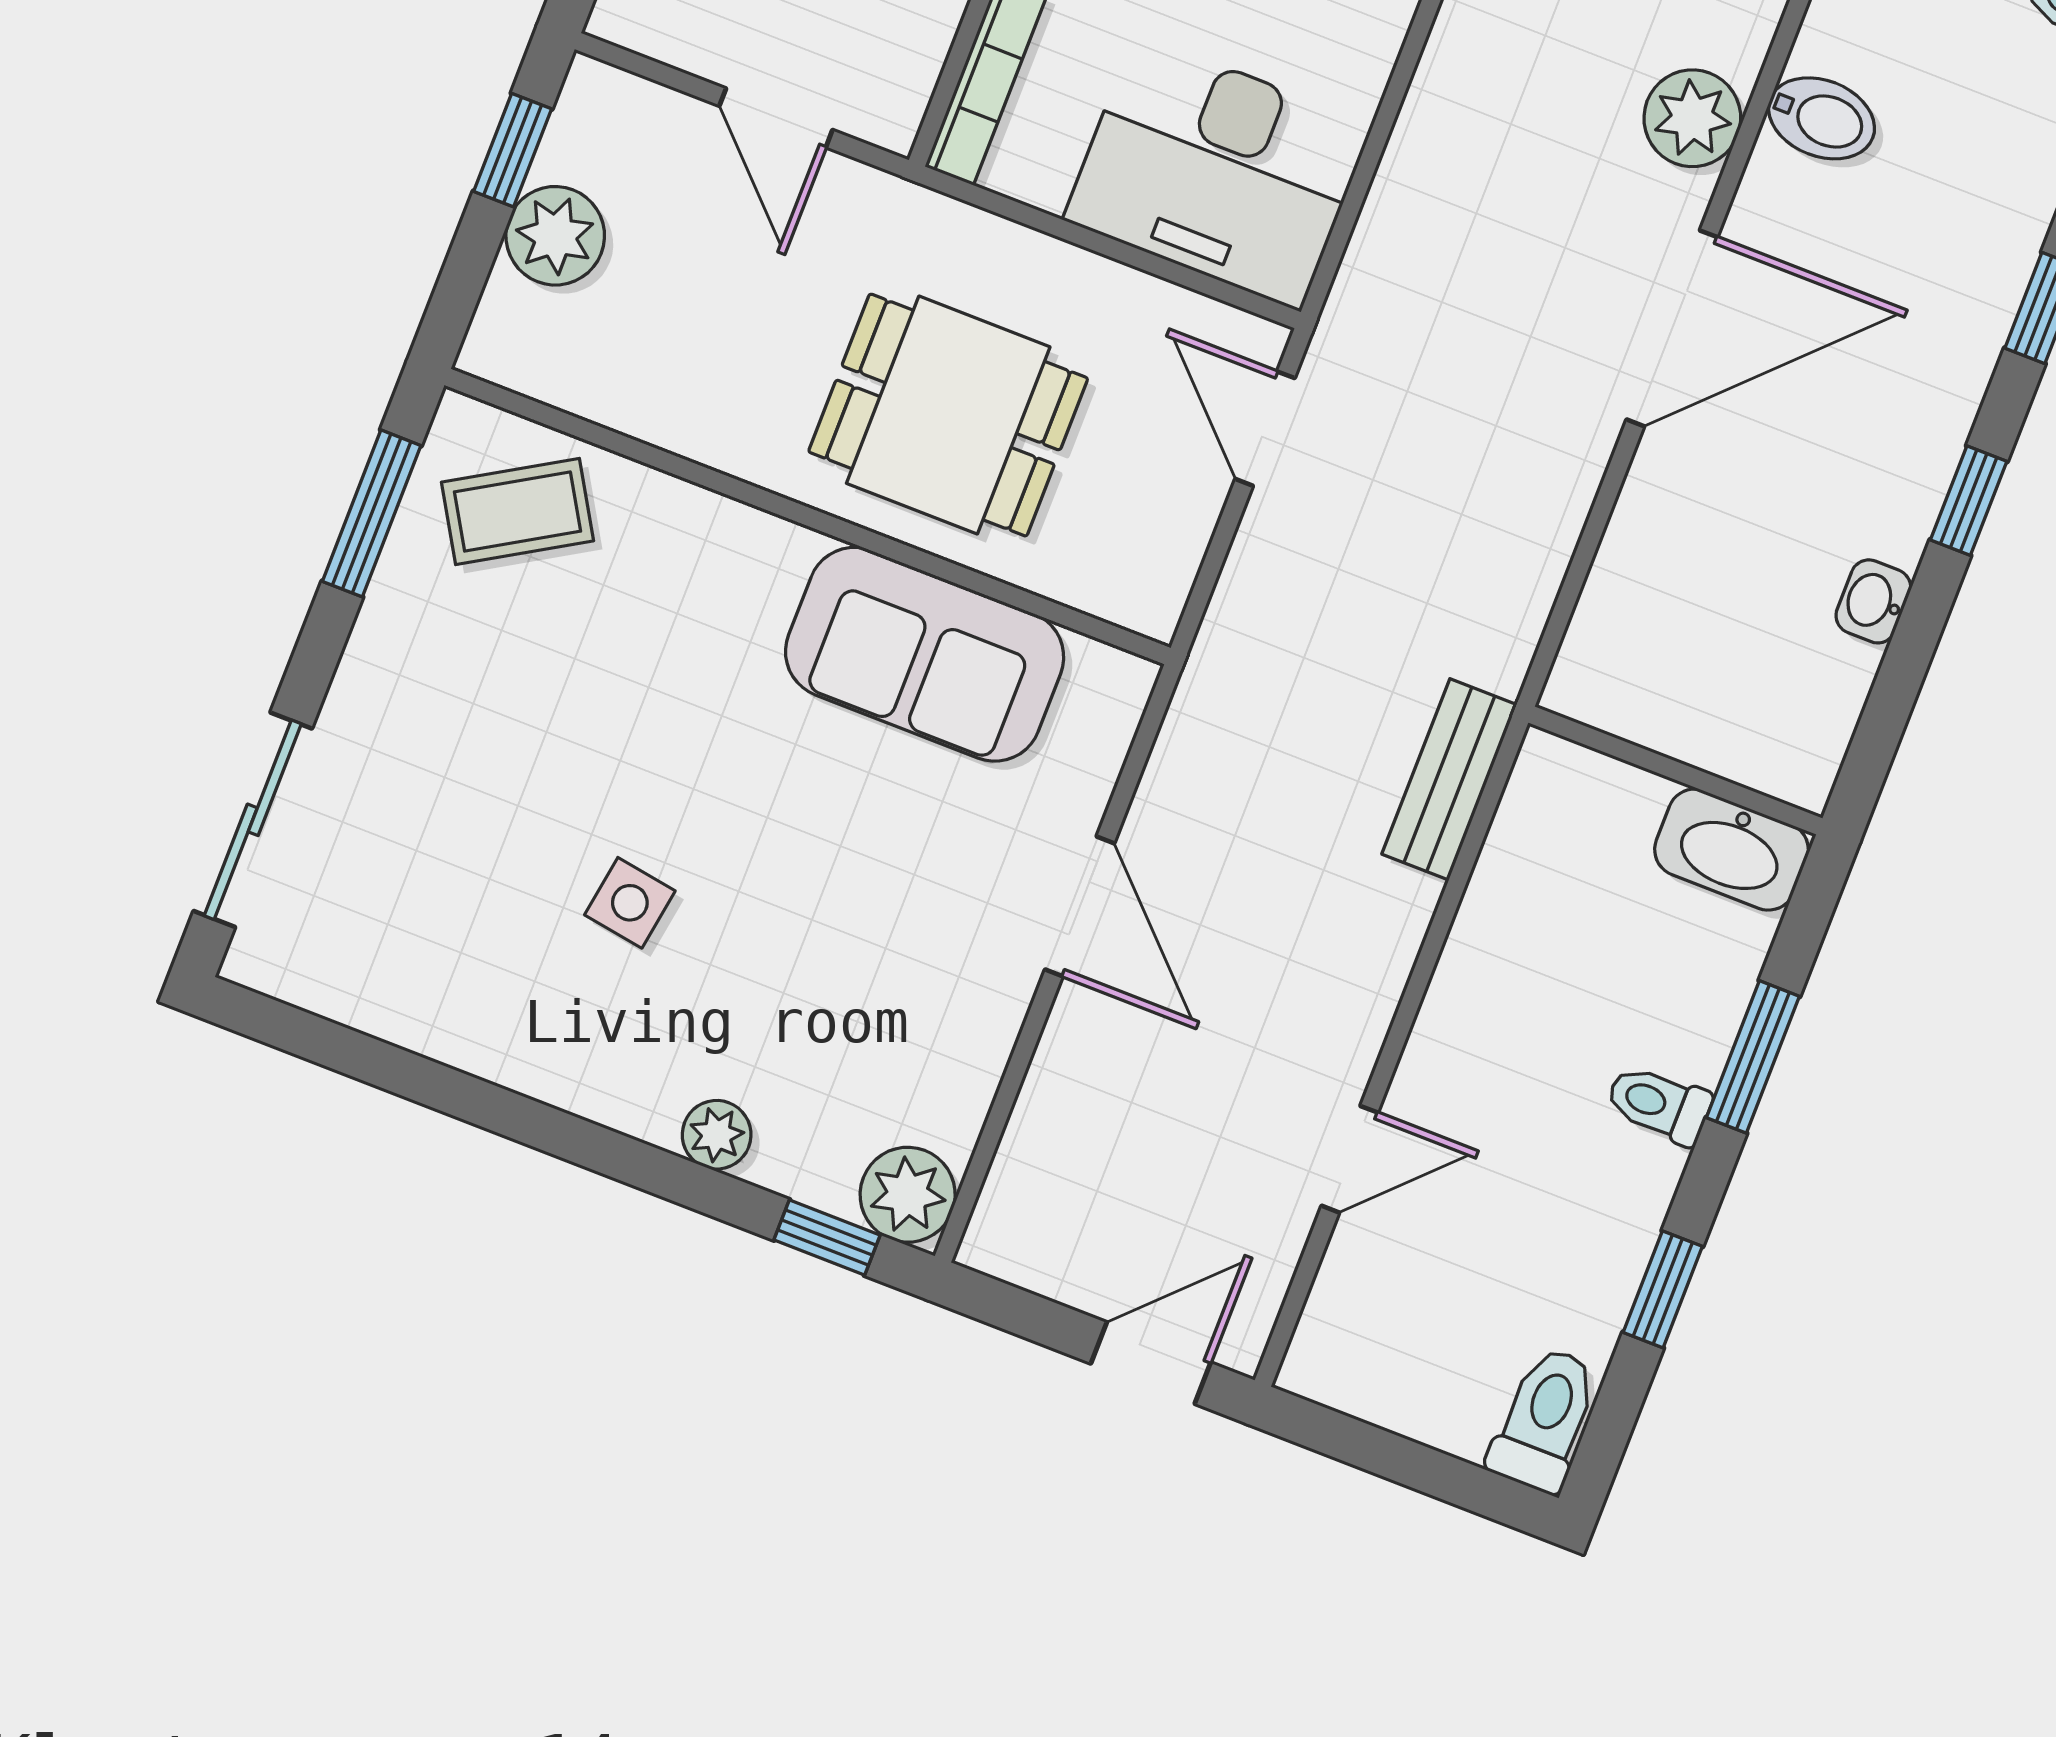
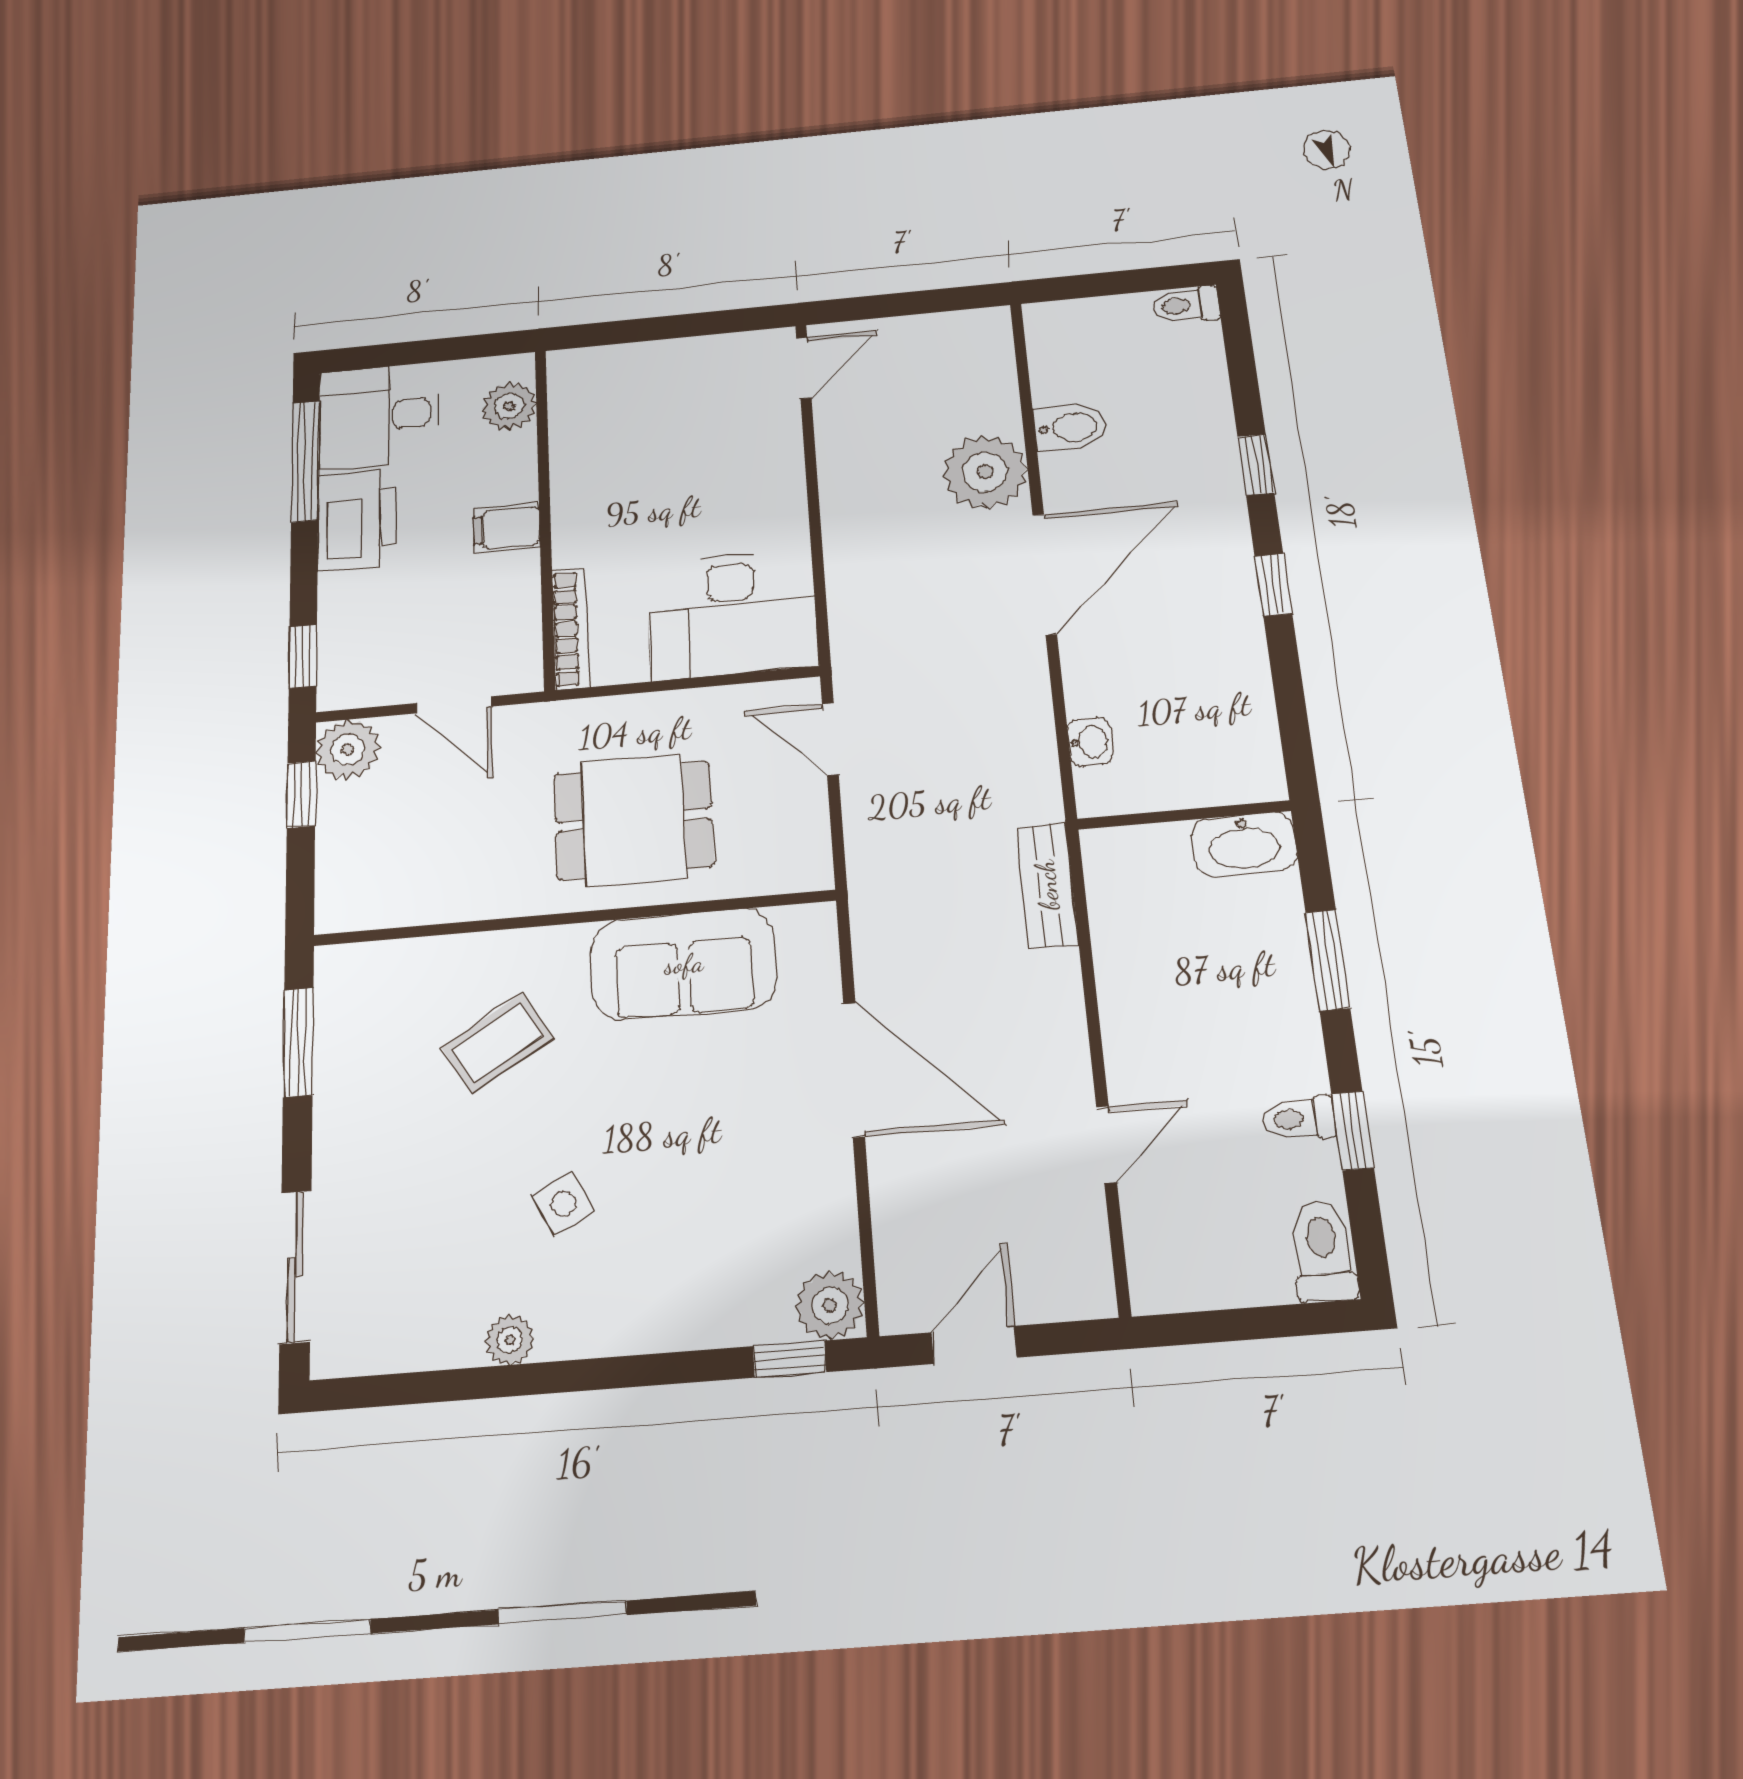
plant: (1692, 118) -> (985, 472), width x1.36, depth x1.36
plant: (555, 236) -> (348, 749), moved
coffee table: (517, 511) -> (497, 1043), moved
washbasin: (1873, 601) -> (1090, 742), moved, turned 180
side table: (630, 903) -> (563, 1204), turned -37
door: (1080, 906) -> (854, 1070), width x1.36
toilet: (1659, 1104) -> (1299, 1119), moved
plant: (717, 1135) -> (510, 1340), moved
door: (1151, 1363) -> (974, 1345), moved

